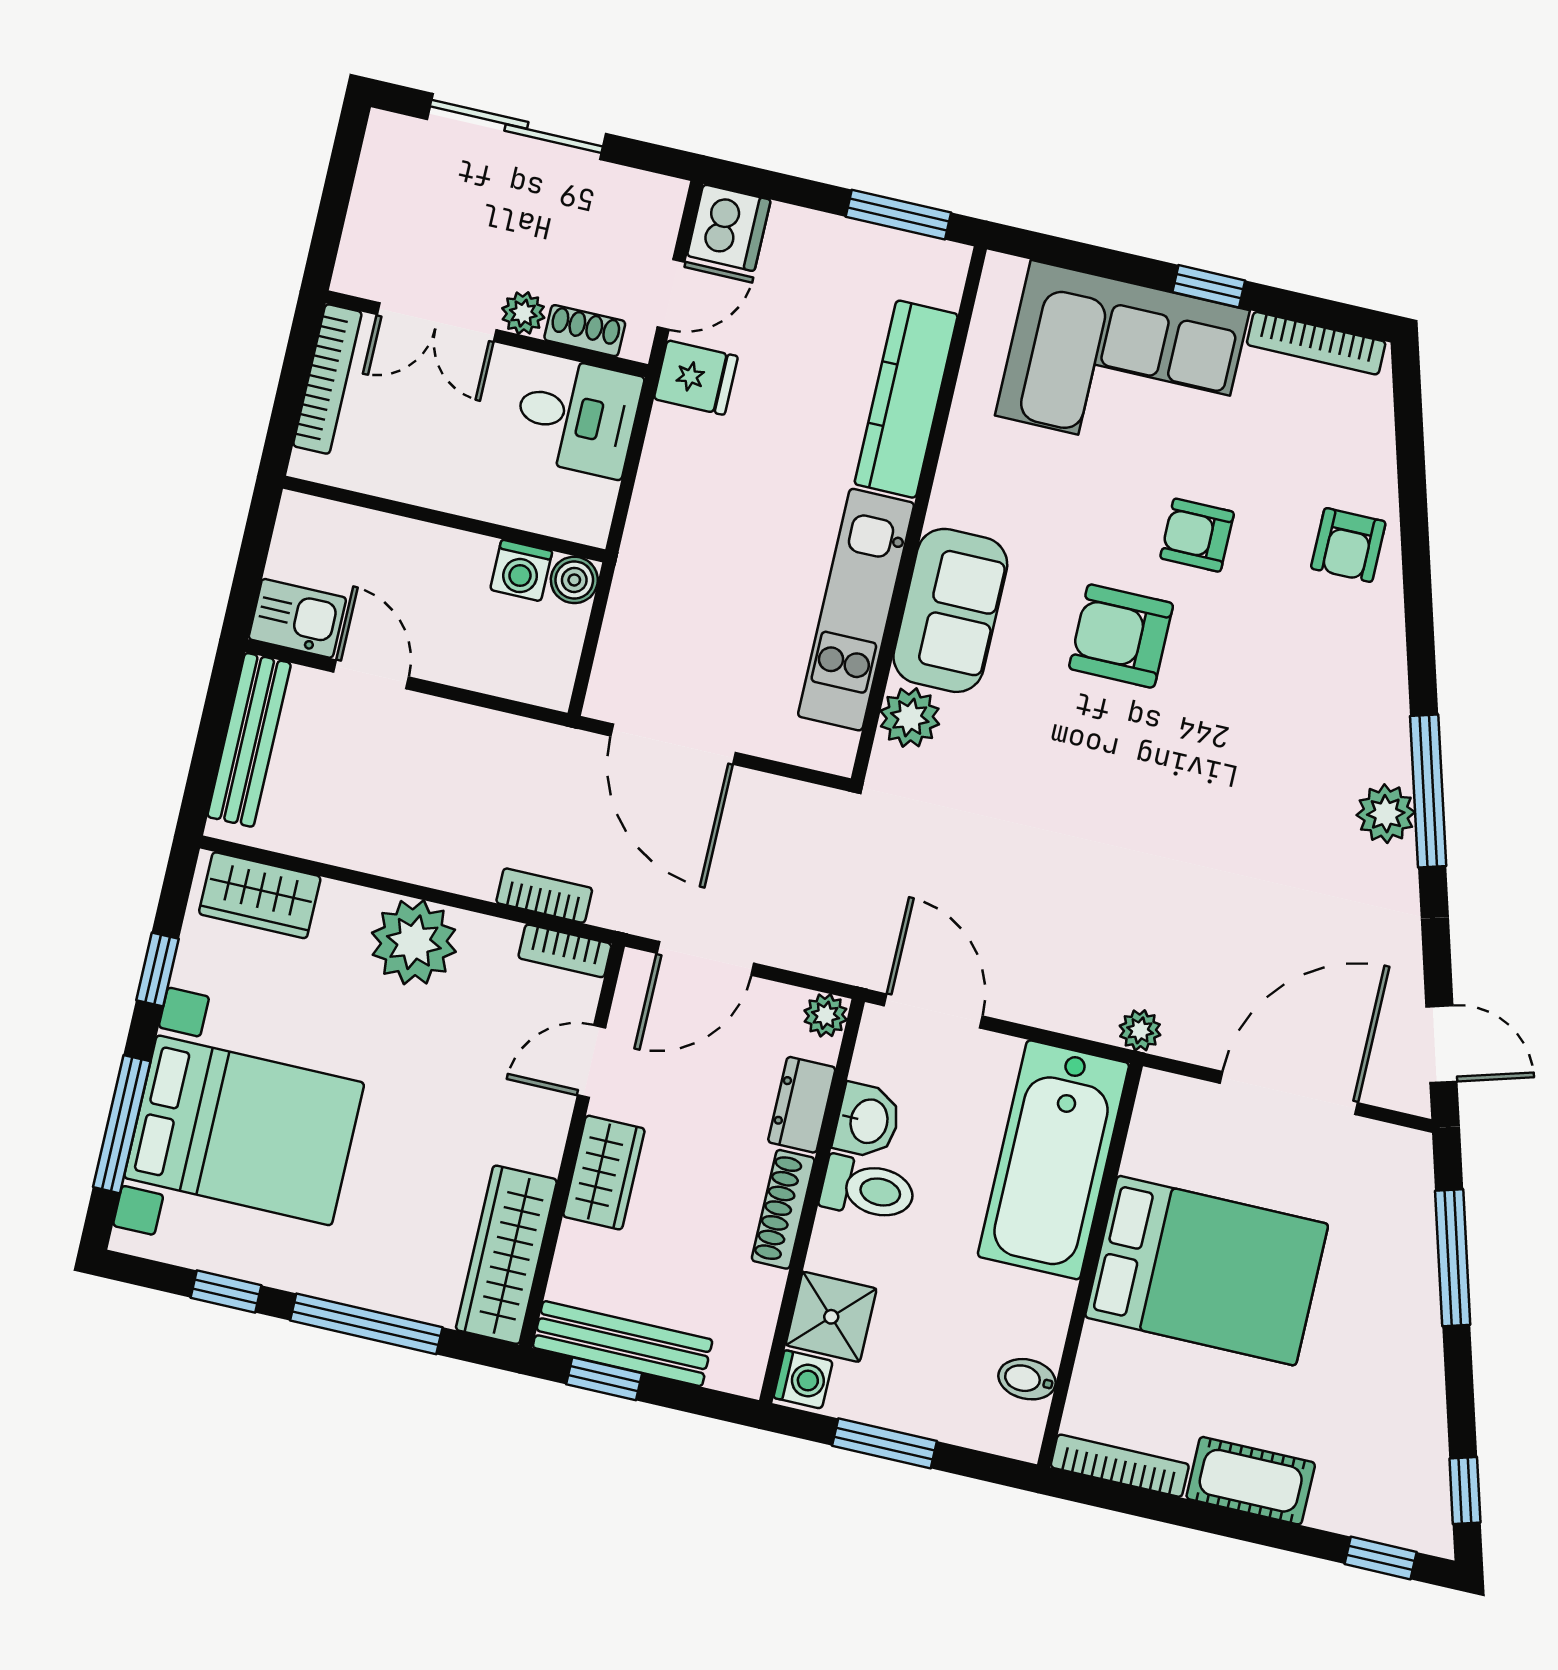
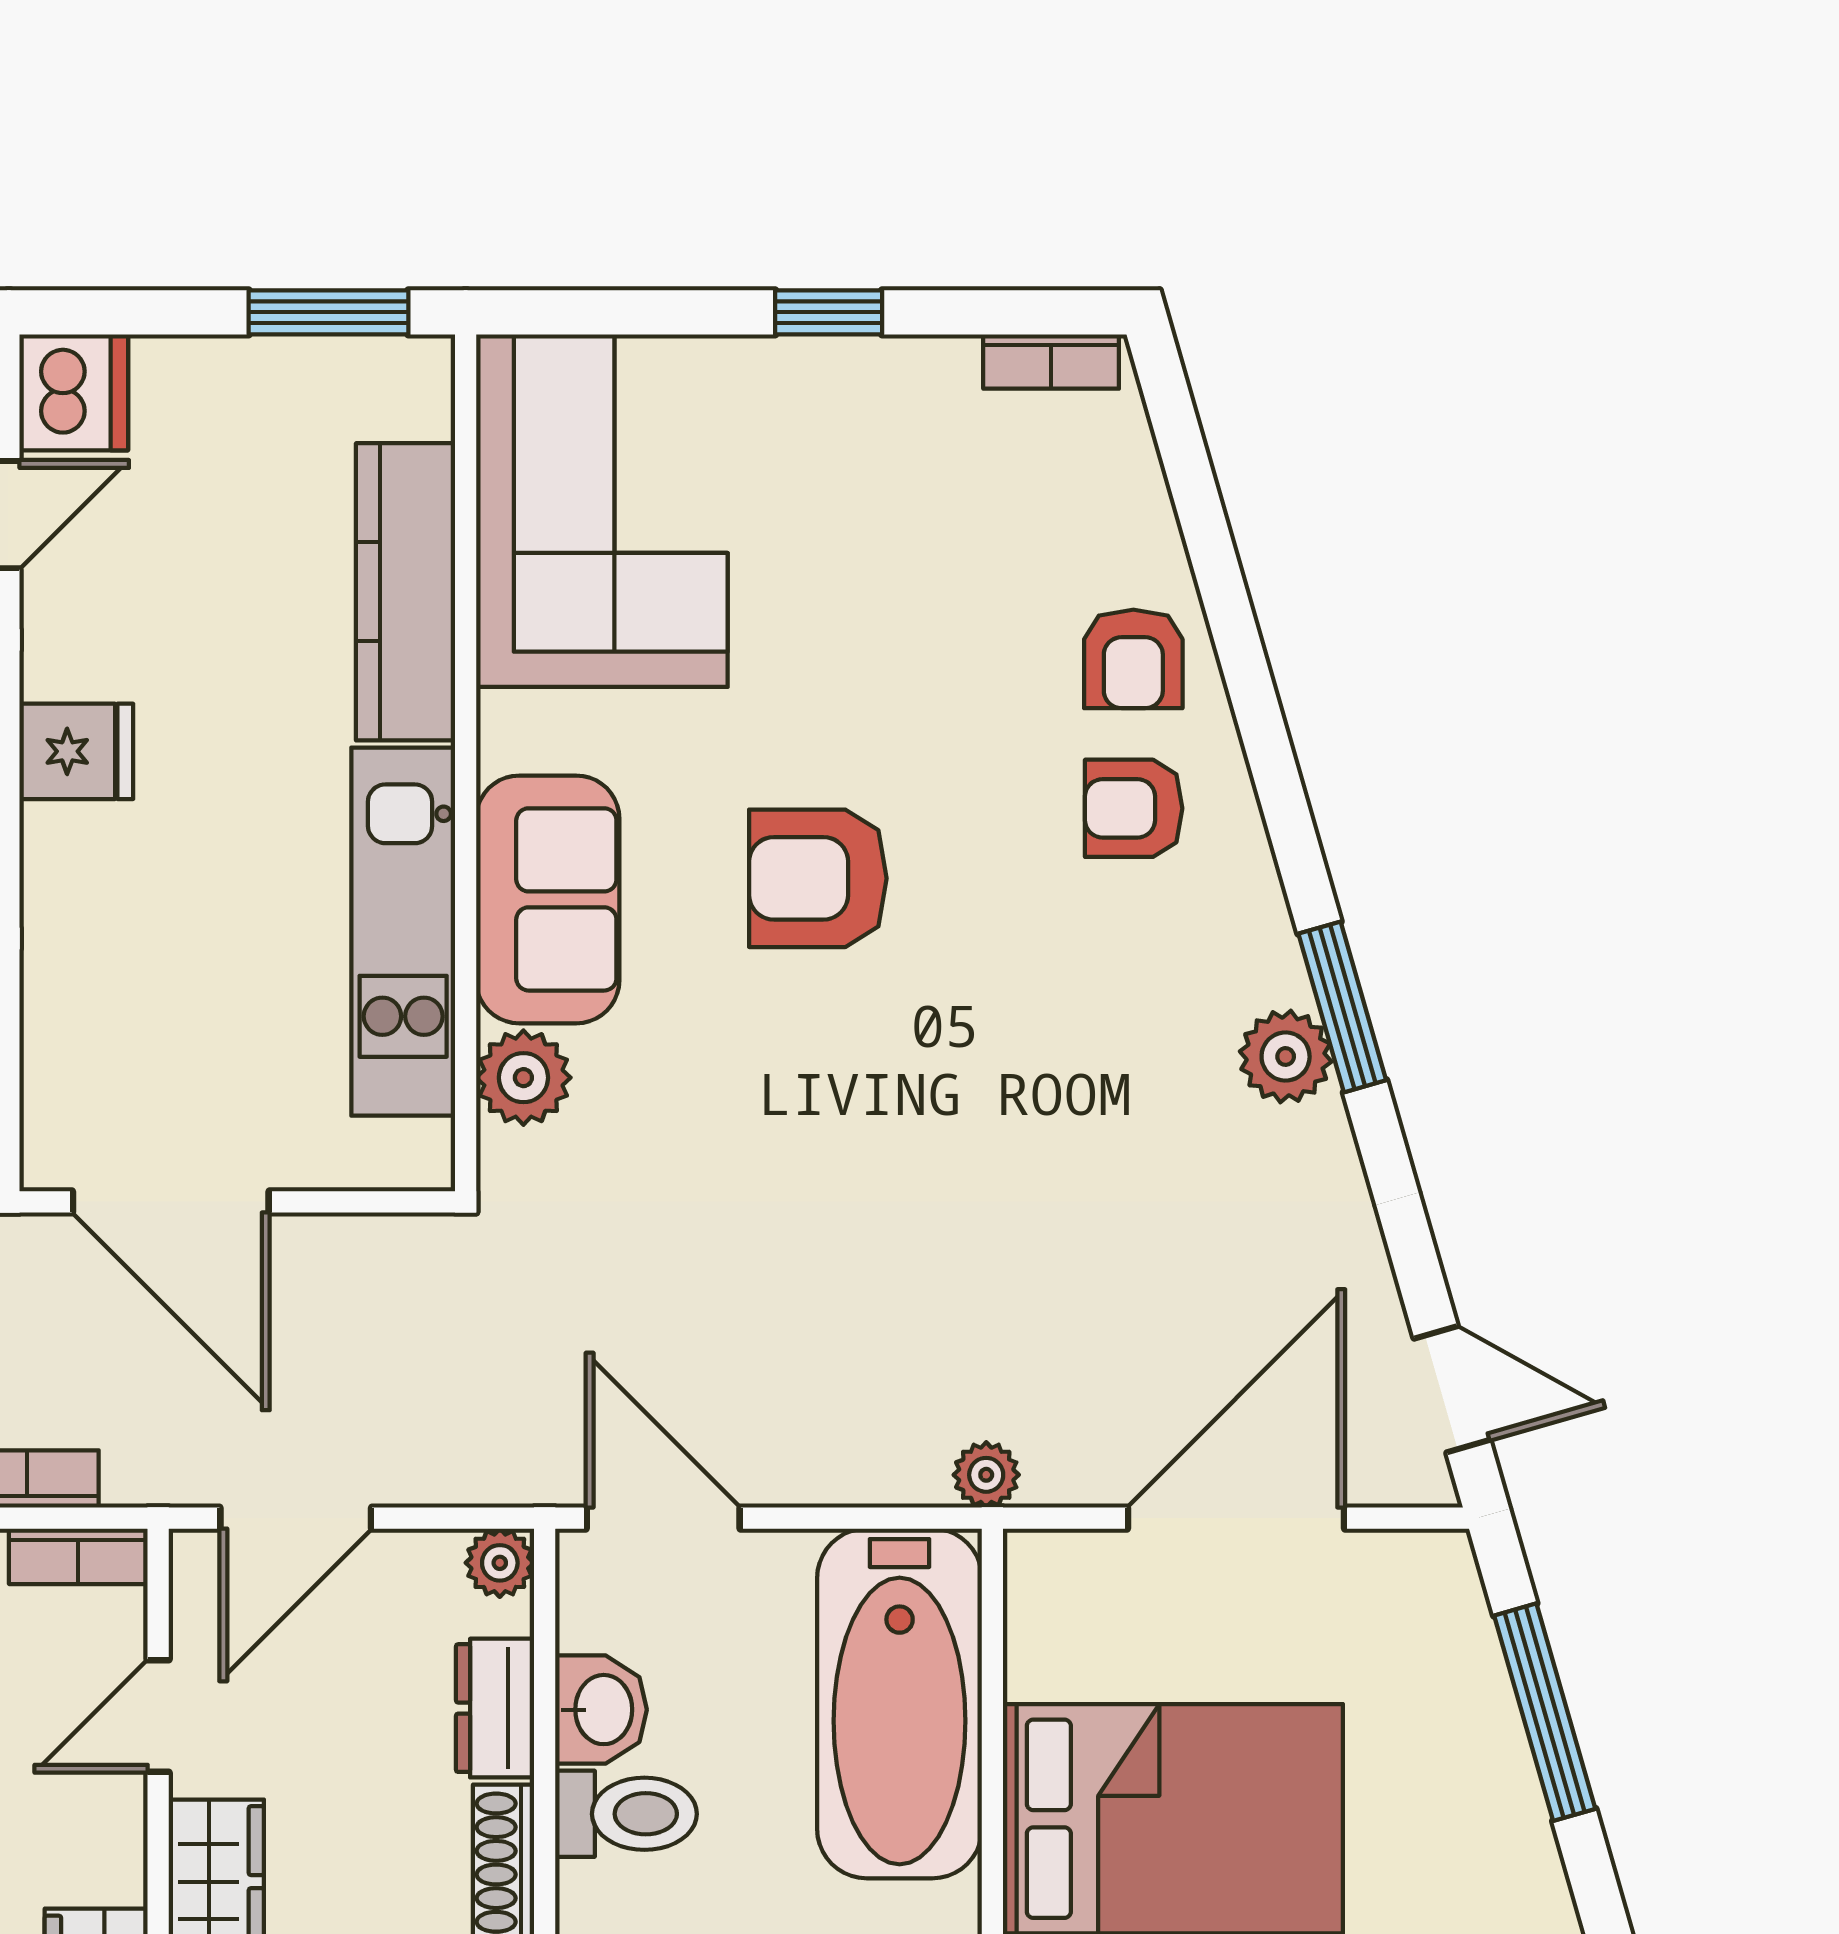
bookcase: (1316, 343) -> (1051, 361), width x0.64
corner sofa: (1122, 363) -> (602, 511), moved, turned -90
fridge: (696, 378) -> (76, 751), moved
armchair: (1197, 535) -> (1134, 808), moved
window: (1428, 791) -> (1342, 1007), width x0.69

